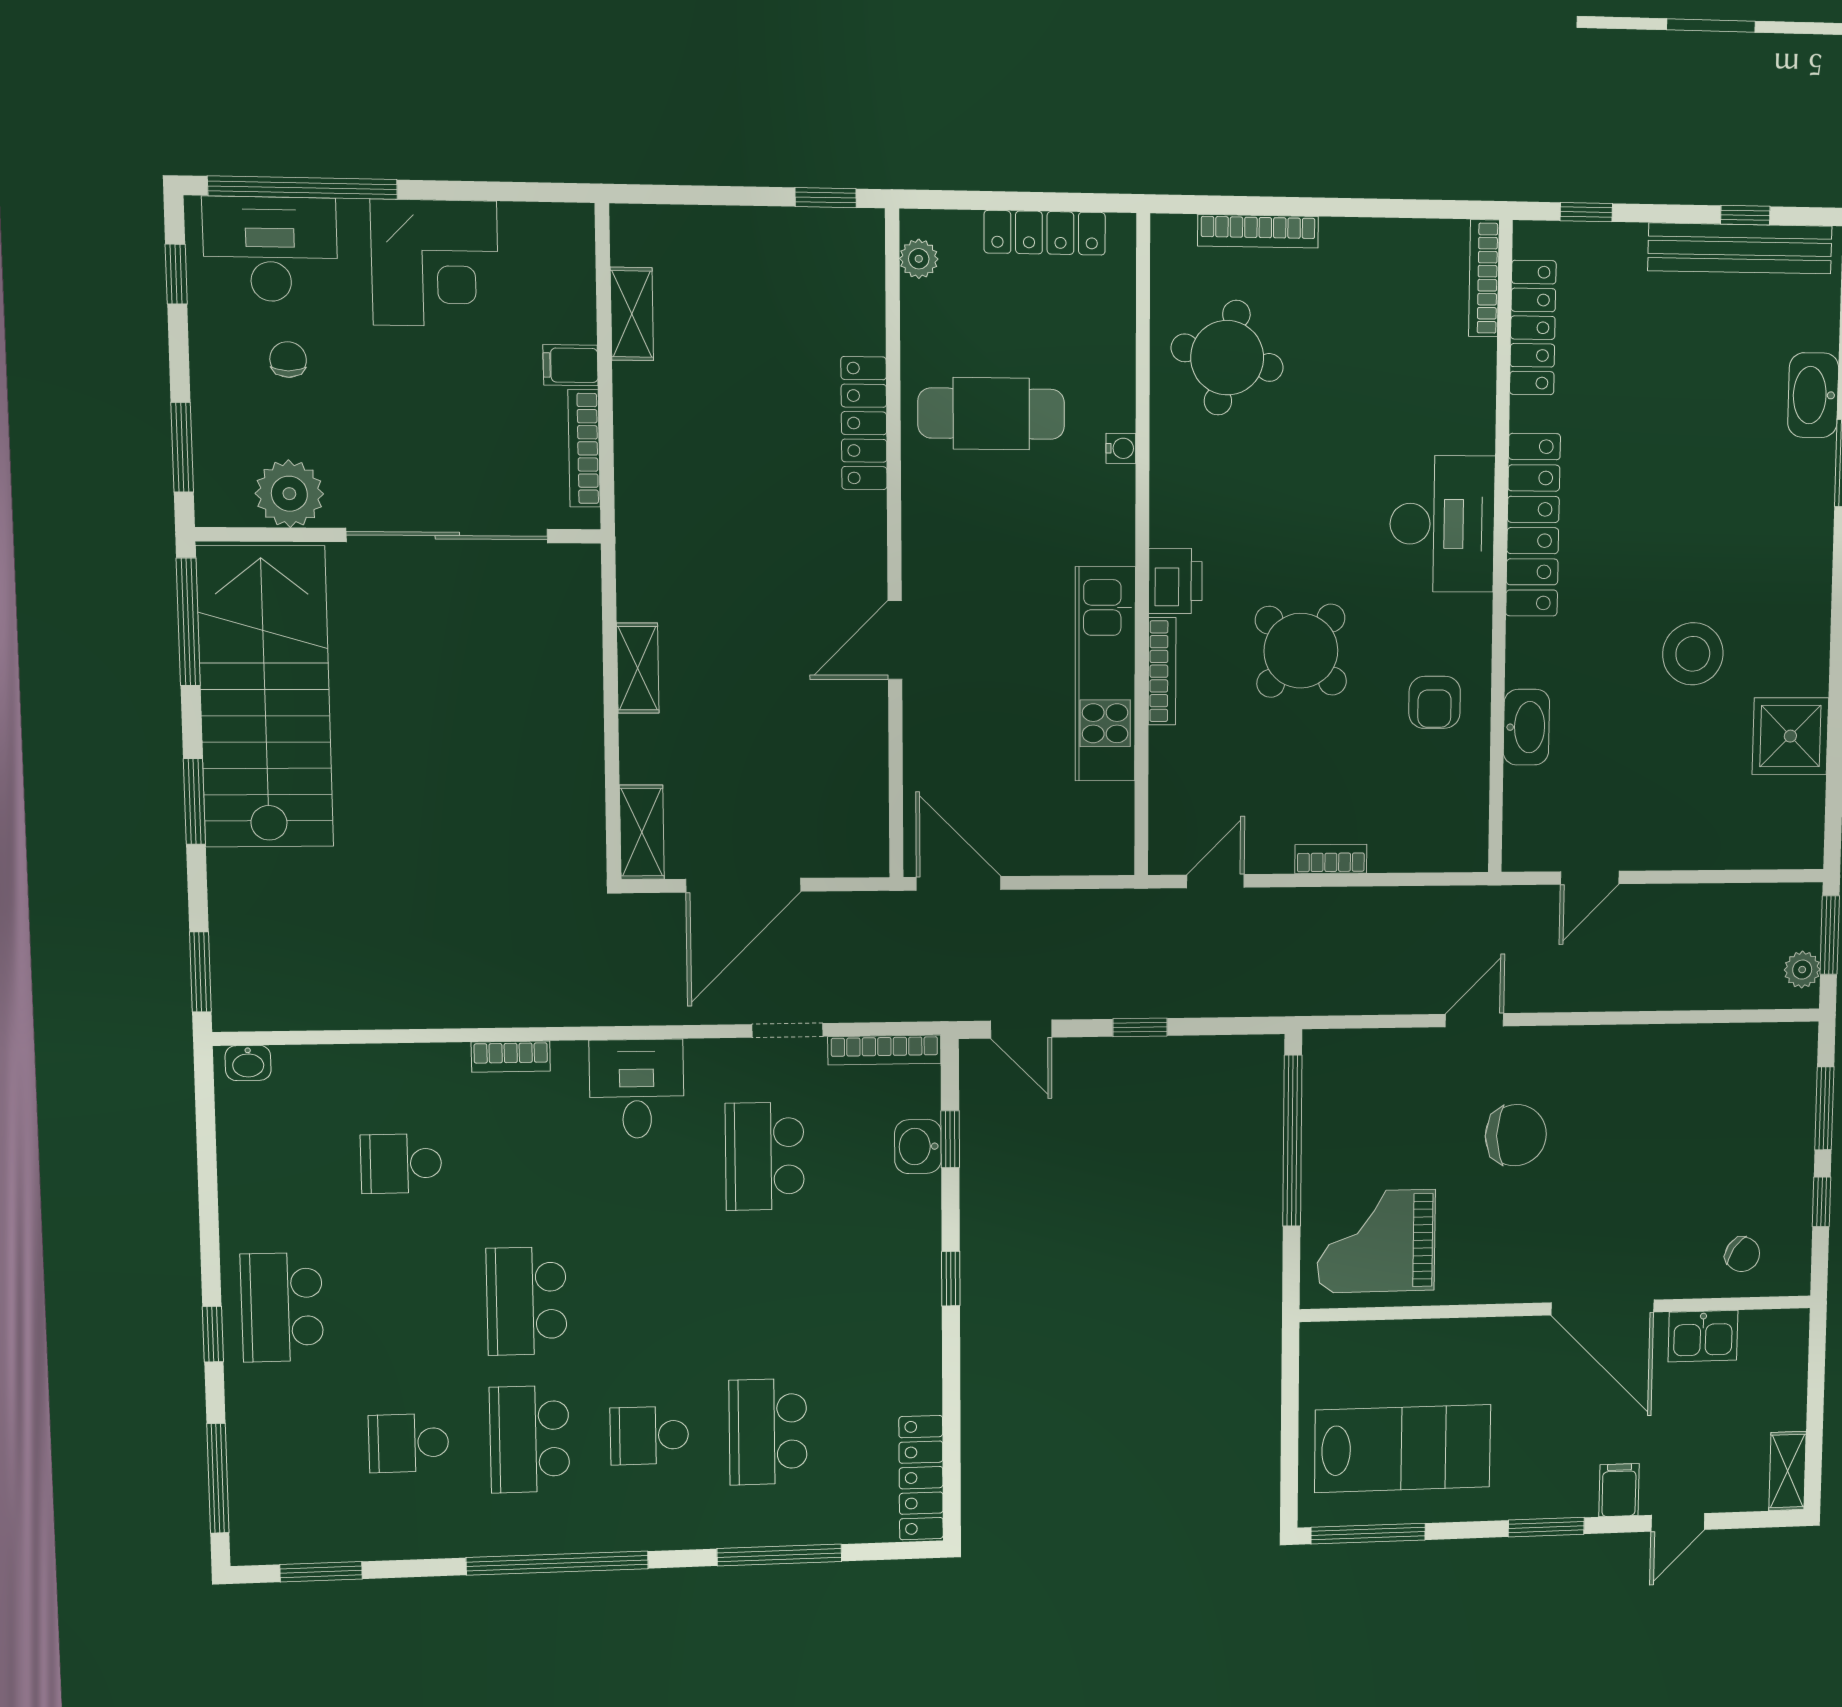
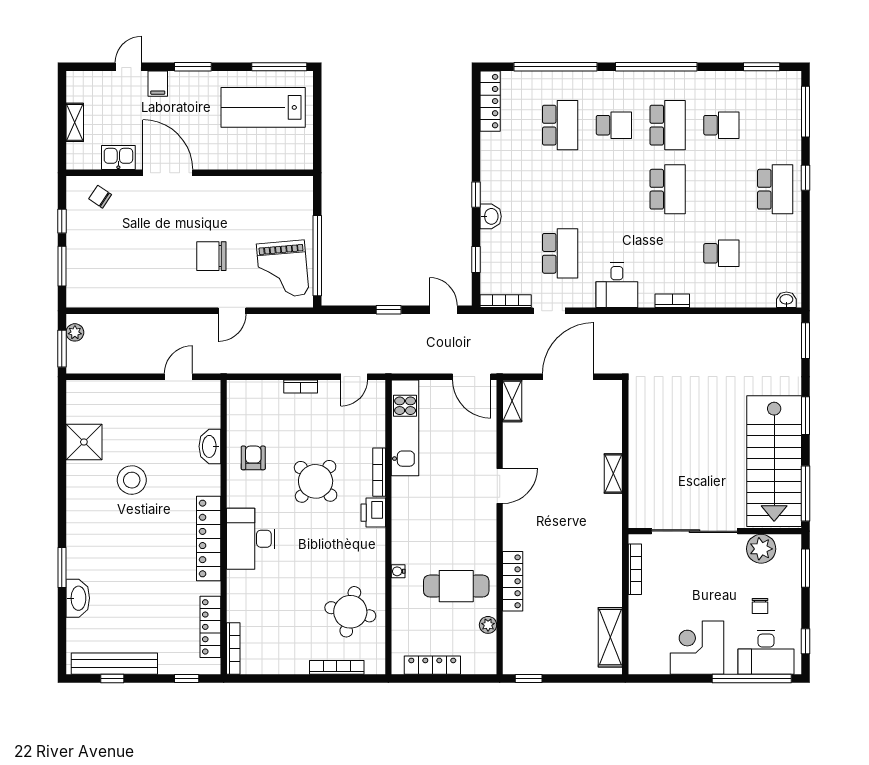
plant: (919, 259) -> (488, 625), moved
shelving: (632, 314) -> (610, 637), width x1.50, depth x1.33
filing cabinet: (571, 365) -> (640, 605), removed
kitchen unit: (1105, 674) -> (405, 428), moved
shelving: (642, 832) -> (512, 401), moved
washbasin: (918, 1146) -> (491, 216), moved
grand piano: (1376, 1241) -> (283, 269), moved, turned 85
shelving: (1787, 1471) -> (75, 122), moved
window: (779, 1555) -> (556, 67), width x1.46

